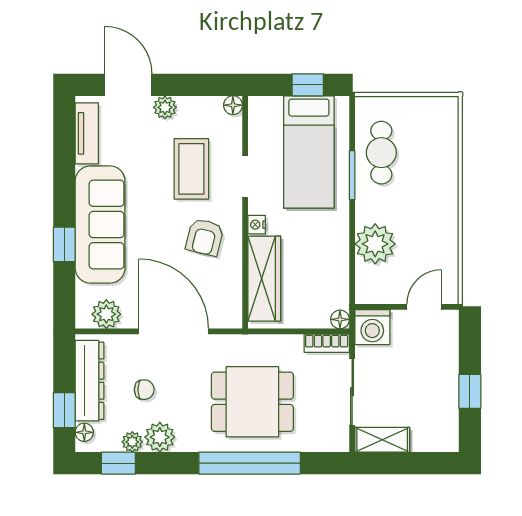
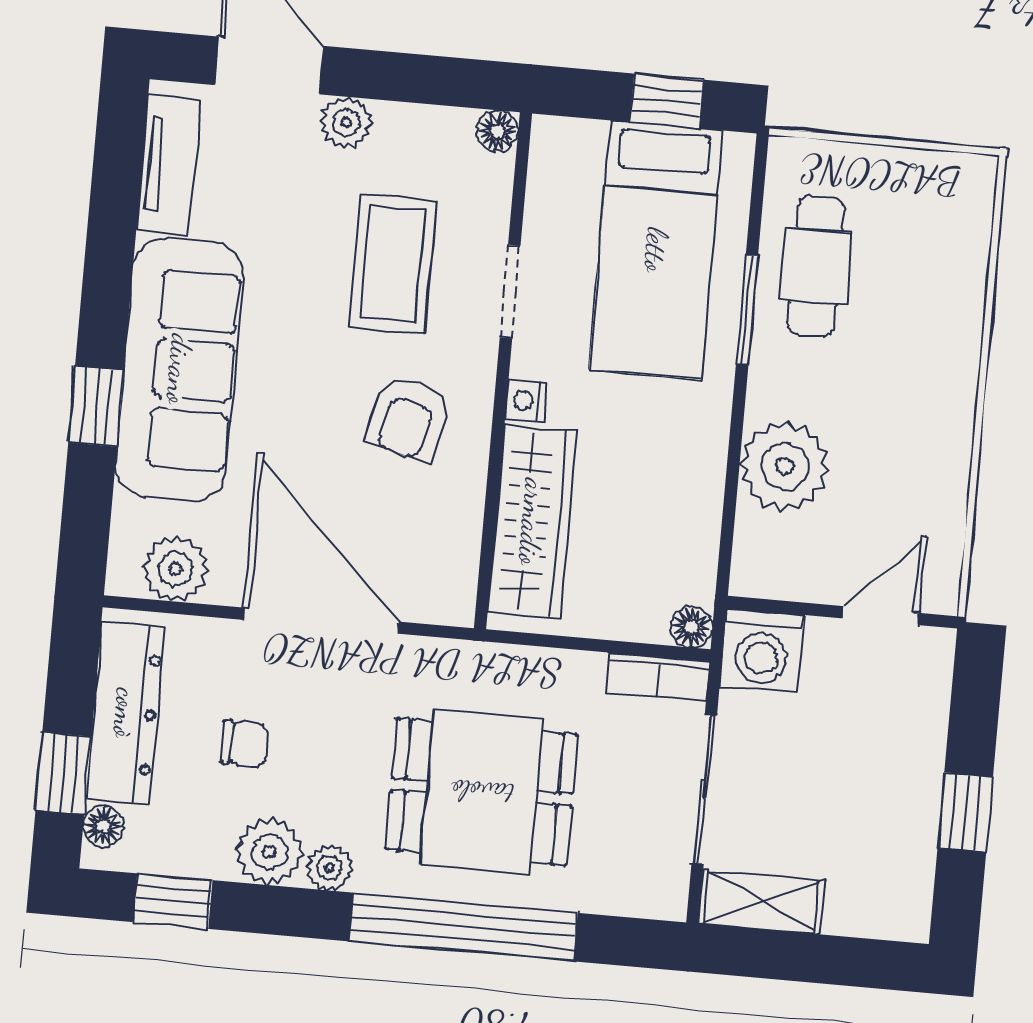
plant: (132, 442) -> (329, 868), moved

